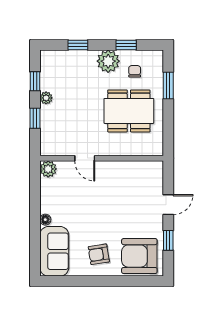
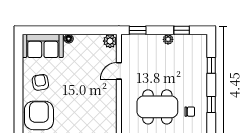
plant: (108, 61) -> (198, 90), removed
dining table: (129, 111) -> (157, 107), turned 90
window: (35, 118) -> (138, 30), moved

